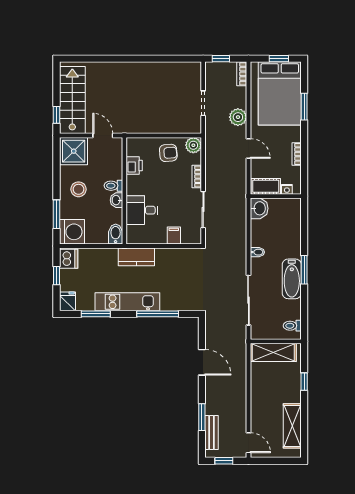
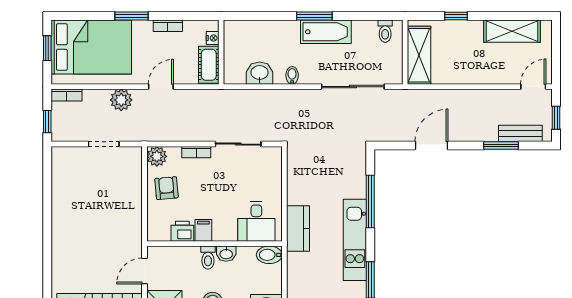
window: (304, 107) -> (131, 16), moved
washbasin: (259, 208) -> (260, 73), moved
desk: (142, 210) -> (256, 222), moved
filing cabinet: (174, 236) -> (203, 230), moved, turned 90

